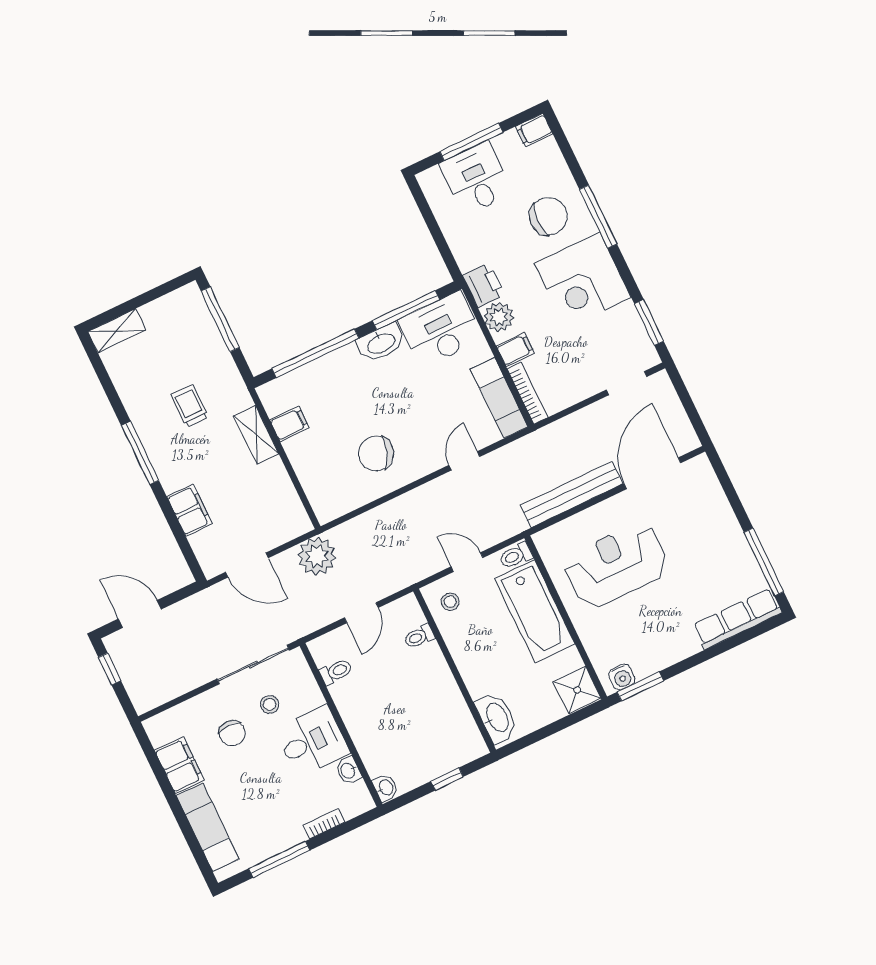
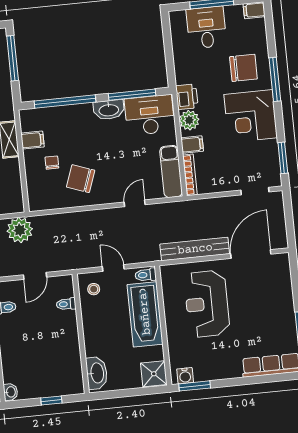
chair: (328, 446) -> (52, 163), added
reception desk: (616, 565) -> (207, 304), turned -90

